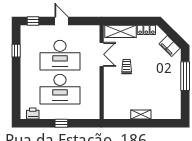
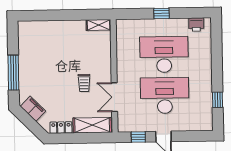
window: (33, 21) -> (138, 137), moved
shelving: (141, 115) -> (99, 25), moved

